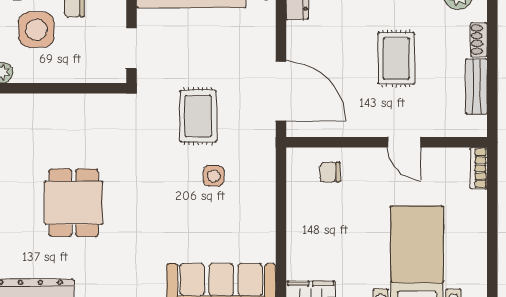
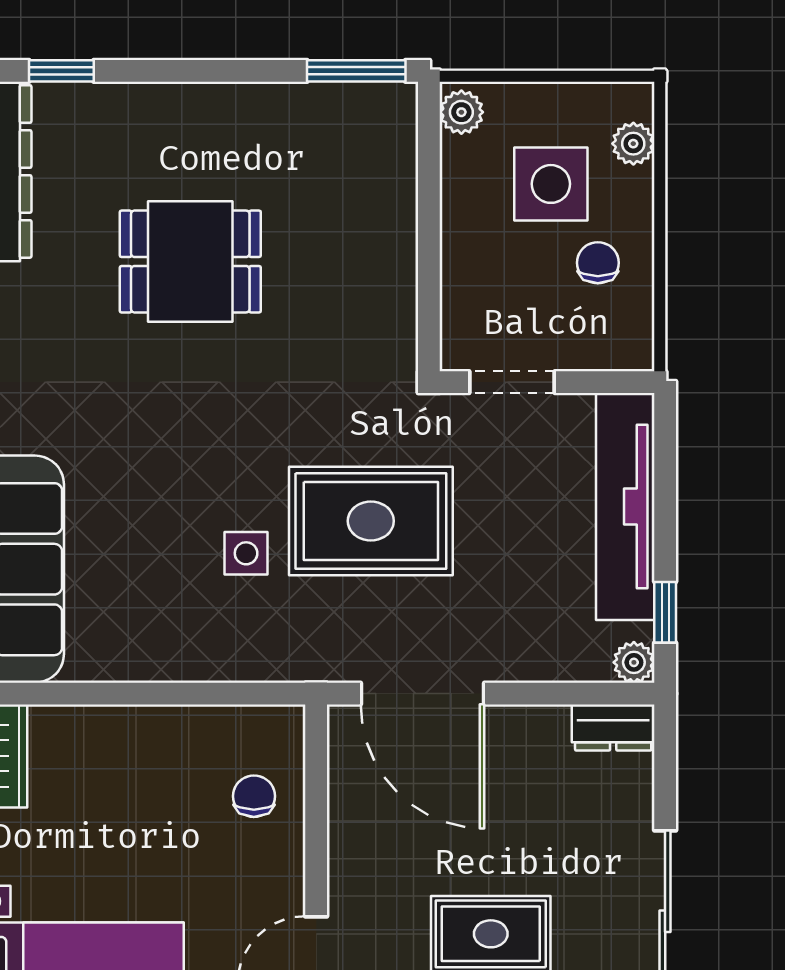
door: (281, 91) -> (423, 694), hinge flipped
rug: (198, 116) -> (371, 521), width x1.36, depth x1.43

